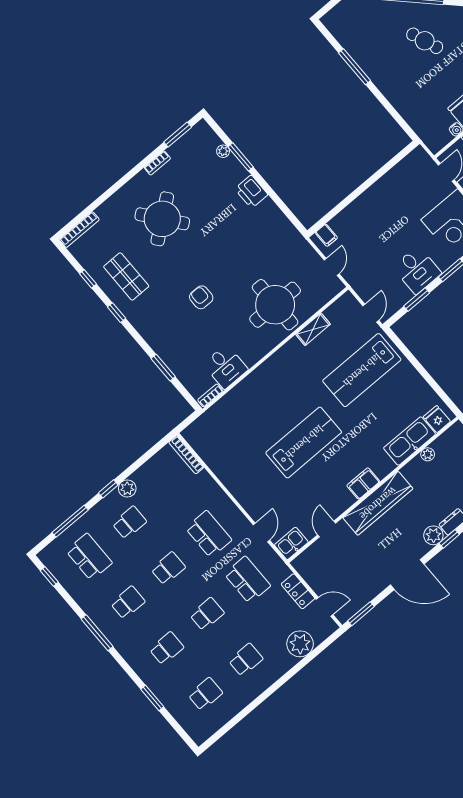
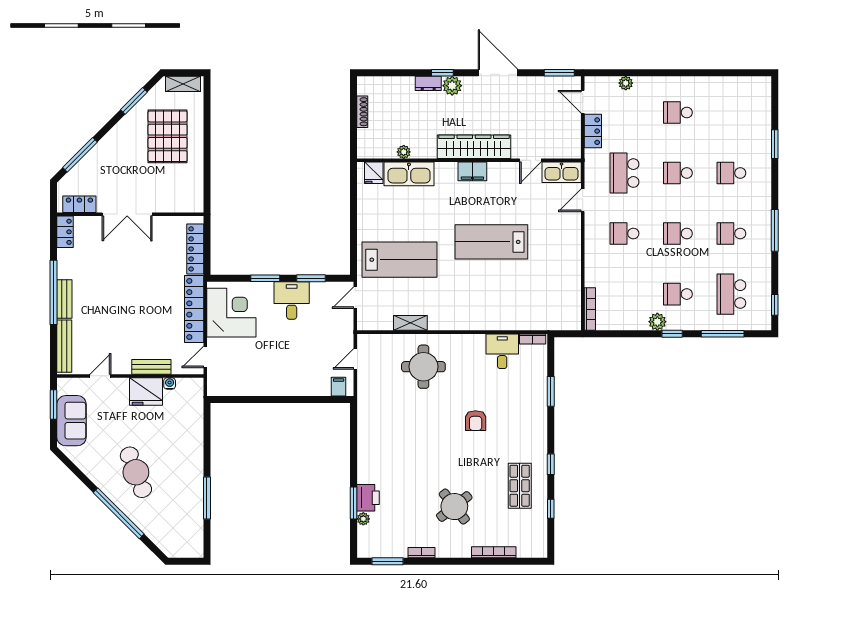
cafe table: (425, 41) -> (136, 472), width x1.37, depth x1.35
printer: (251, 192) -> (368, 498), moved
round table: (162, 219) -> (454, 507), width x0.73, depth x0.73
bookcase: (79, 230) -> (494, 552), moved
round table: (275, 305) -> (423, 367), width x0.73, depth x0.73
school desk: (209, 534) -> (624, 234), width x0.54
kitchen sink: (291, 543) -> (562, 172), width x1.38
plant: (300, 644) -> (626, 83), width x0.53, depth x0.53
school desk: (205, 694) -> (731, 112), removed

